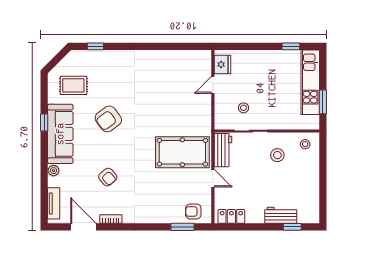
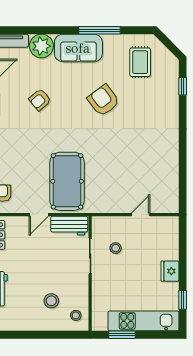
fridge: (222, 64) -> (170, 271), moved, turned 90
door: (213, 85) -> (141, 215), hinge flipped
window: (44, 123) -> (99, 30), width x2.17
sofa: (60, 134) -> (78, 48), width x0.73
stool: (277, 155) -> (51, 301), moved
plant: (53, 171) -> (41, 46), width x1.88, depth x1.88

